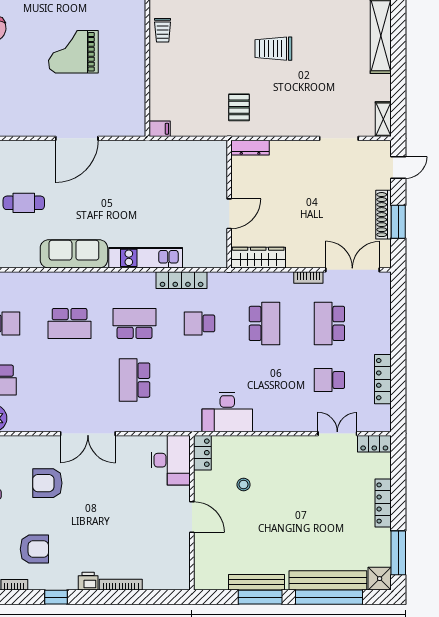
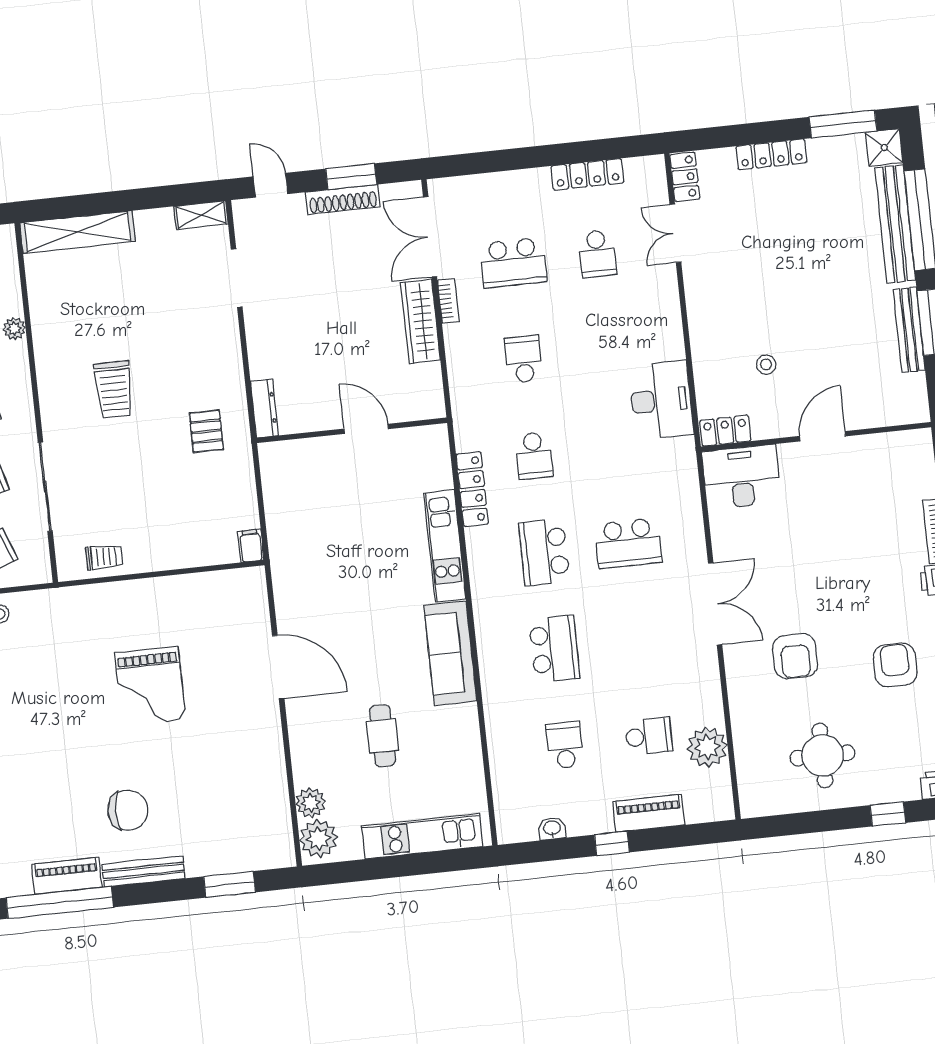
pallet: (239, 107) -> (206, 431), turned 90
wardrobe: (258, 258) -> (421, 321), moved
school desk: (264, 323) -> (523, 359), width x0.54

